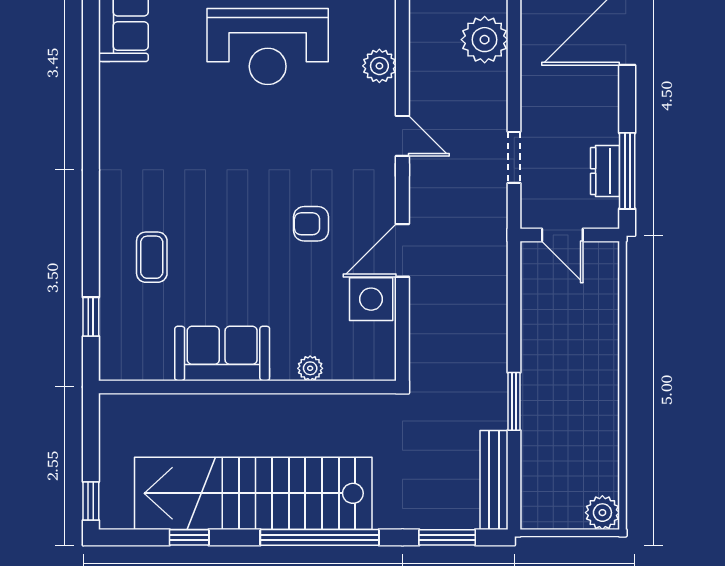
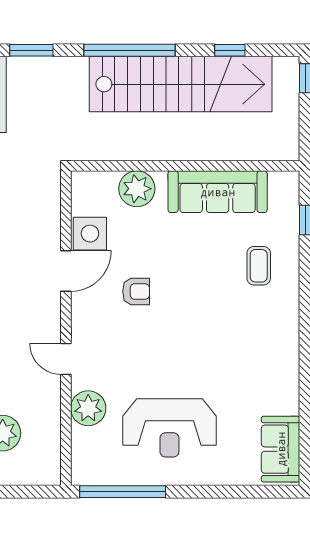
reception desk: (268, 47) -> (169, 428), turned 180
plant: (379, 66) -> (88, 408), width x1.36, depth x1.36
sofa: (222, 353) -> (218, 192), width x1.36
plant: (310, 368) -> (137, 189), width x1.88, depth x1.88

